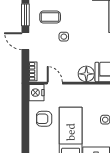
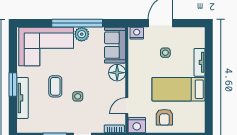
coffee table: (50, 17) -> (55, 86), moved

